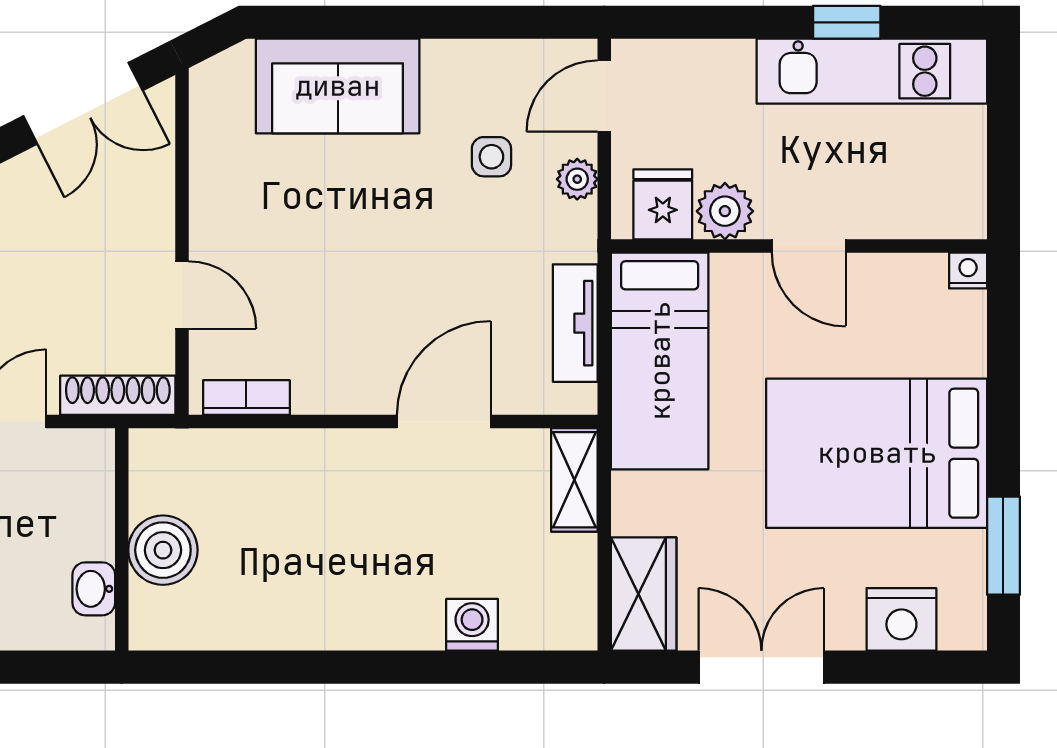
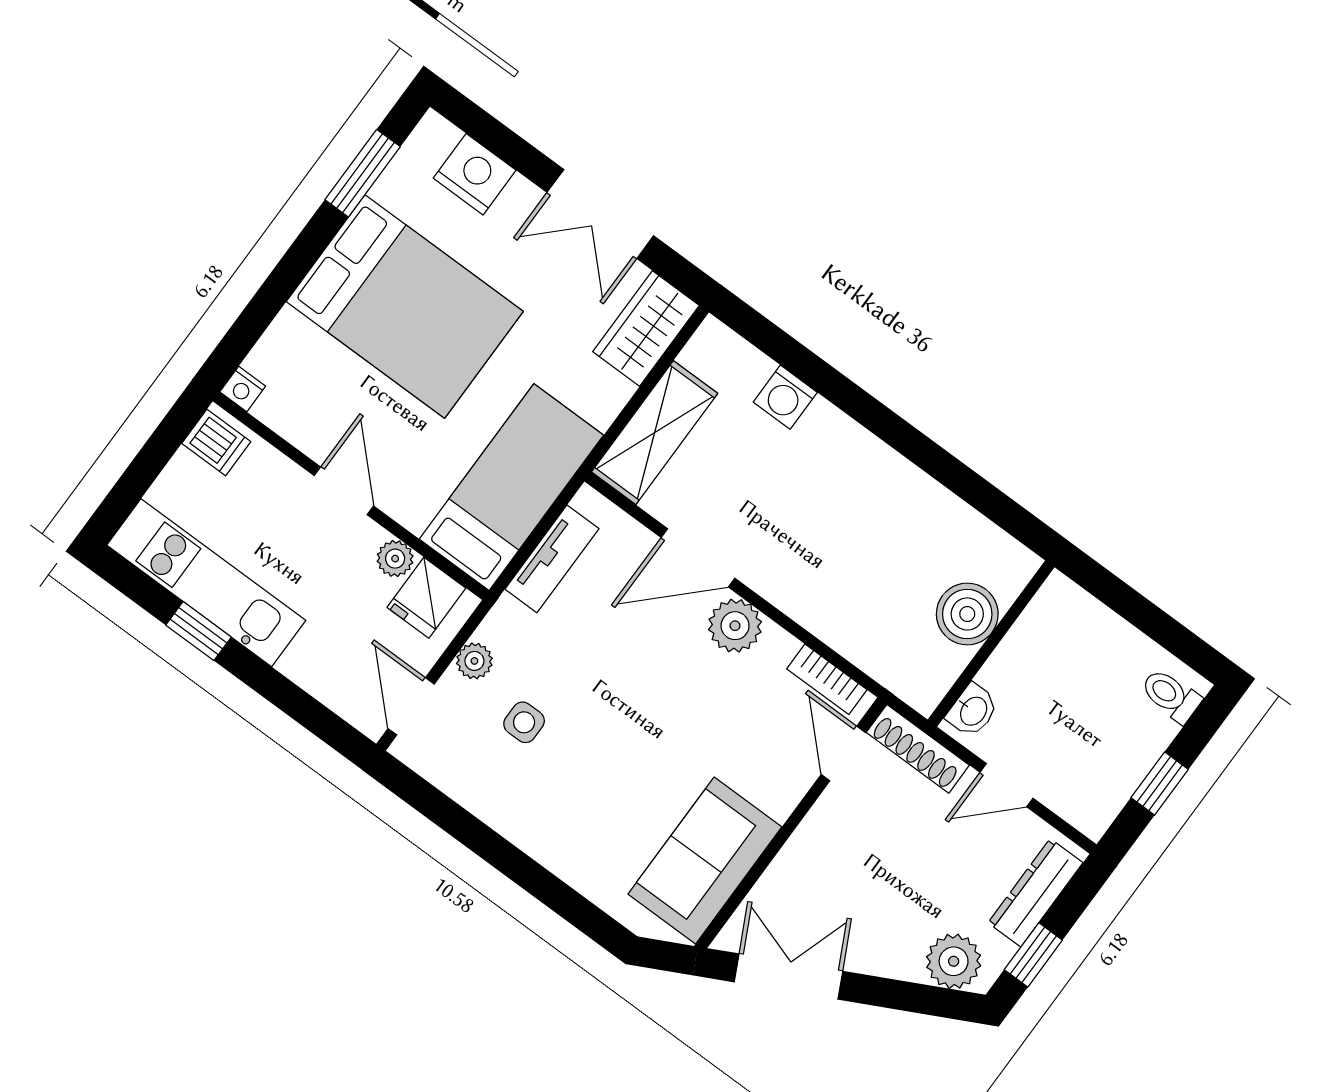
sofa: (338, 86) -> (705, 860), moved, turned -90
door: (604, 96) -> (411, 706), swing flipped
dishwasher: (956, 204) -> (216, 443), added
plant: (725, 211) -> (395, 559), width x0.73, depth x0.73
door: (182, 295) -> (843, 753), moved
plant: (365, 385) -> (735, 626), added
shelving: (574, 480) -> (655, 433), width x1.50, depth x1.33
washbasin: (94, 589) -> (973, 711), moved

